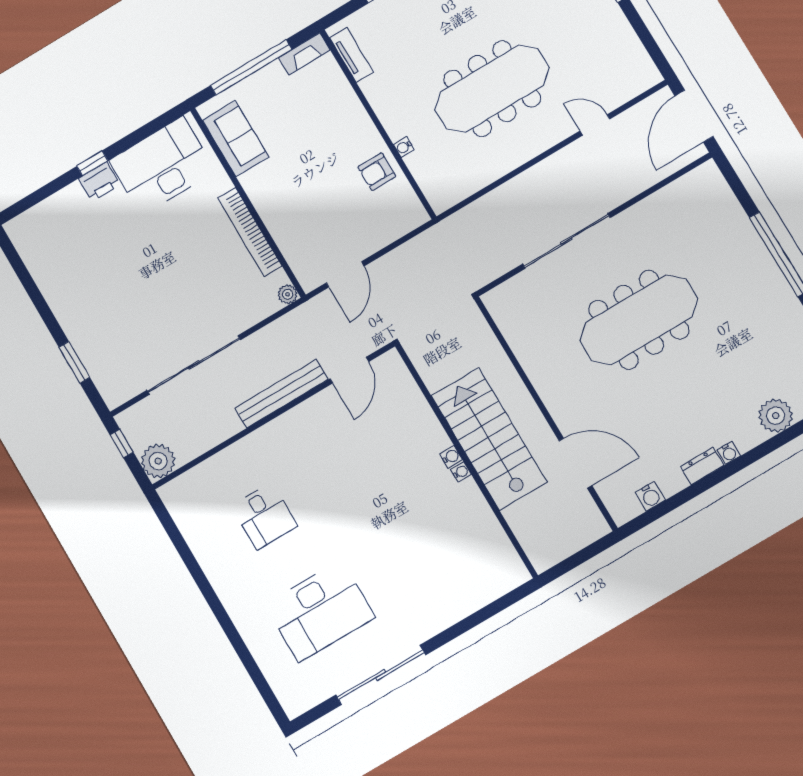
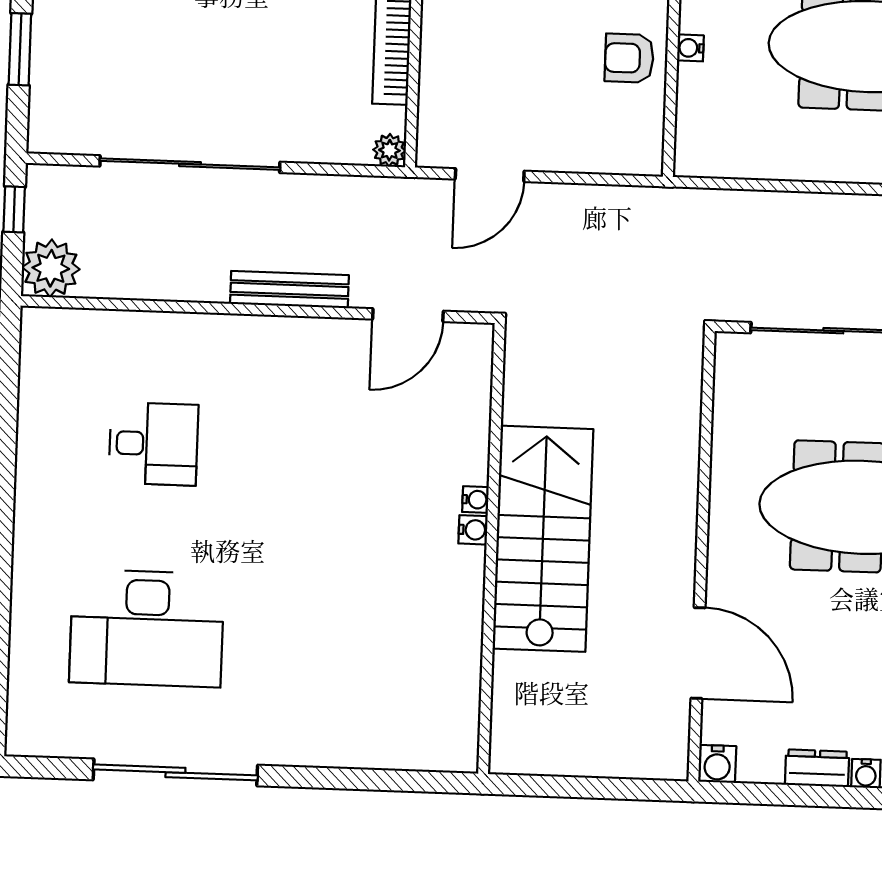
bench: (281, 394) -> (289, 289), width x0.73, depth x0.82
wall: (546, 413) -> (702, 556), moved
door: (575, 463) -> (698, 653), moved
water cooler: (461, 472) -> (475, 500), moved
desk: (264, 516) -> (154, 444), turned -90

